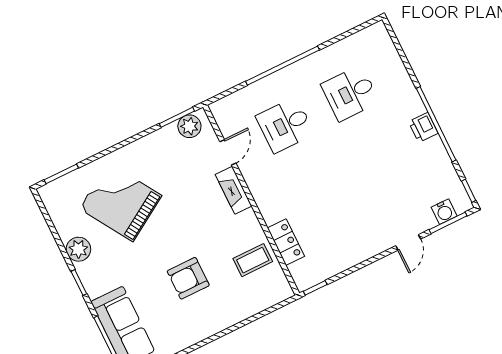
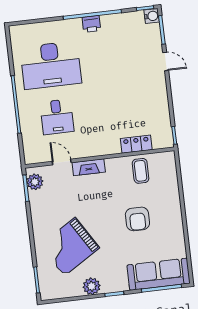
desk: (350, 93) -> (51, 65), width x1.87, depth x1.30
water cooler: (444, 212) -> (152, 16), moved

